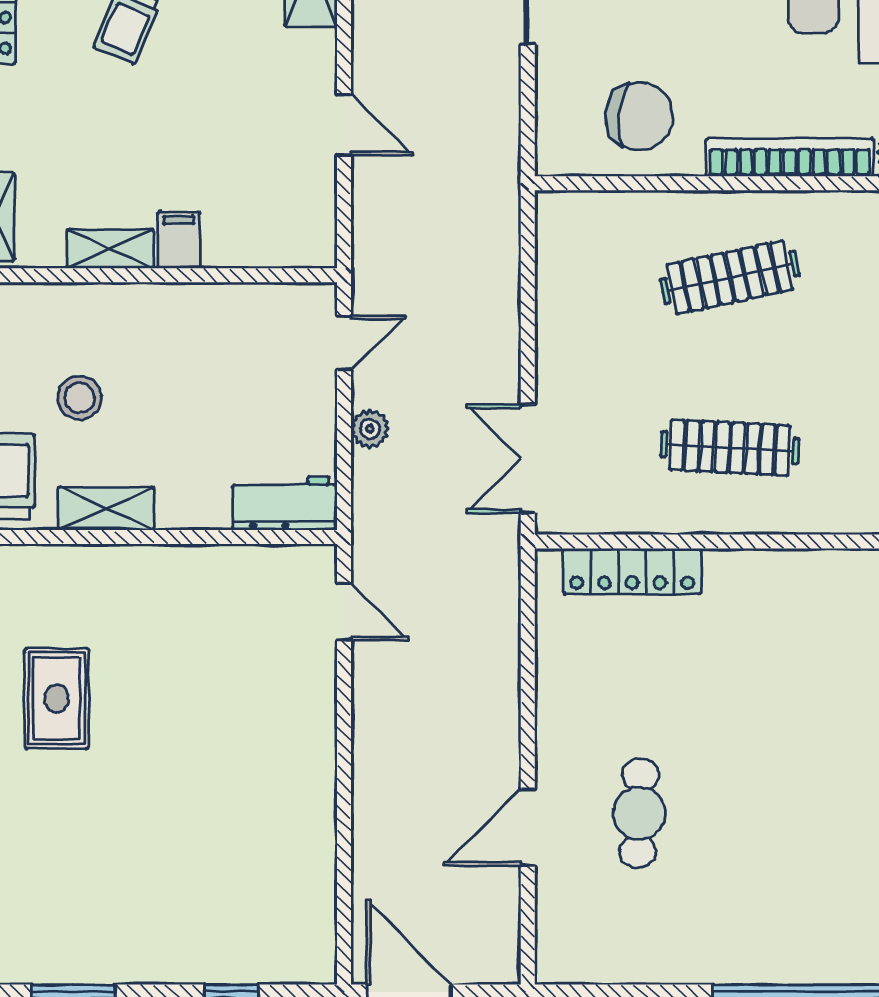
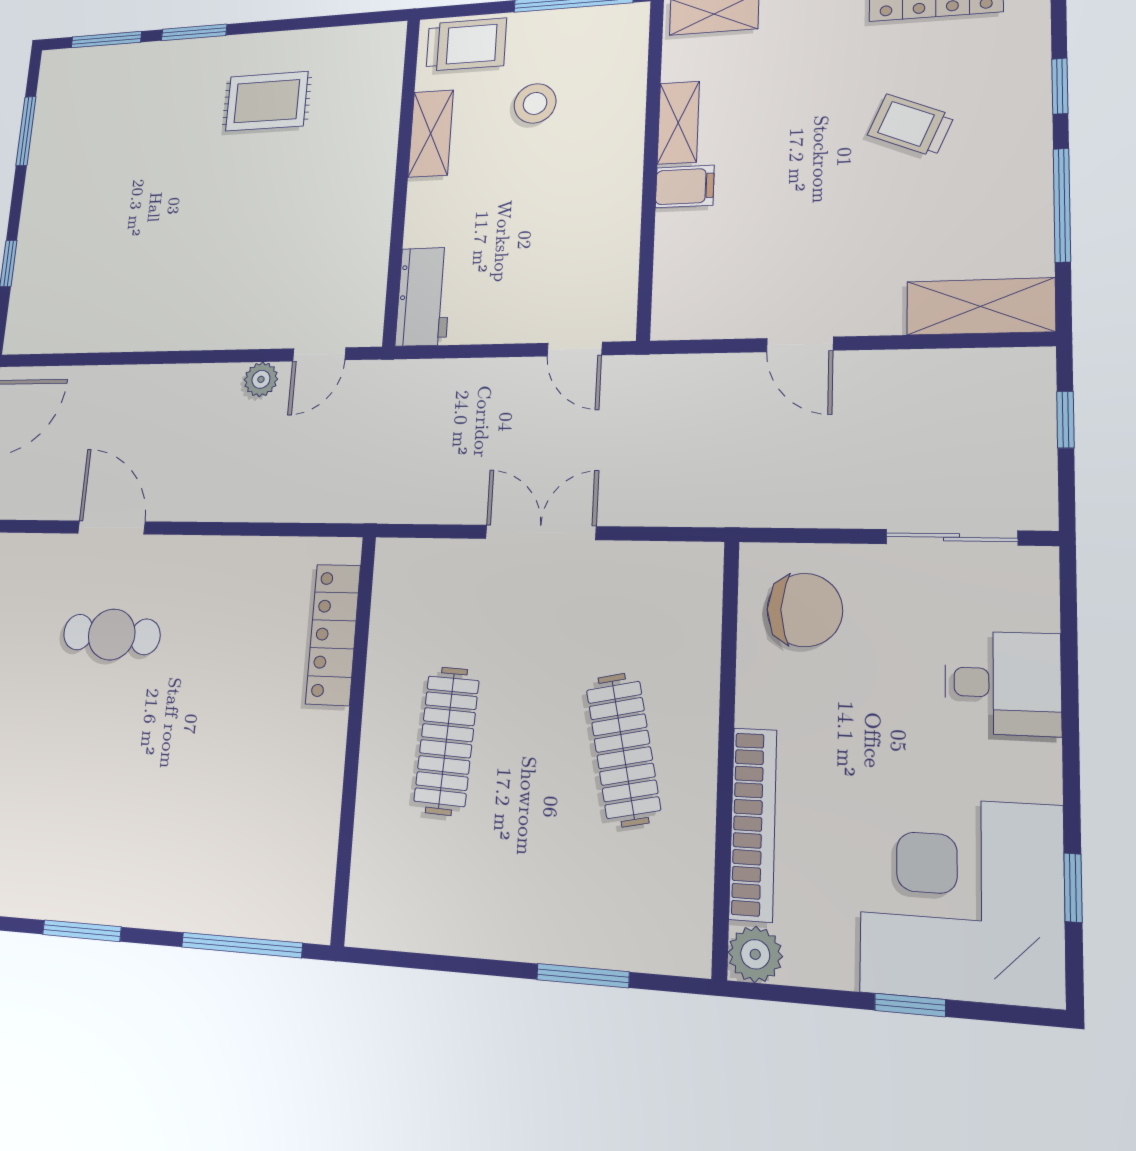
chair: (639, 116) -> (805, 610), moved, turned -95
door: (344, 125) -> (800, 344), hinge flipped
plant: (370, 429) -> (261, 379), moved
double door: (528, 459) -> (540, 532), moved

